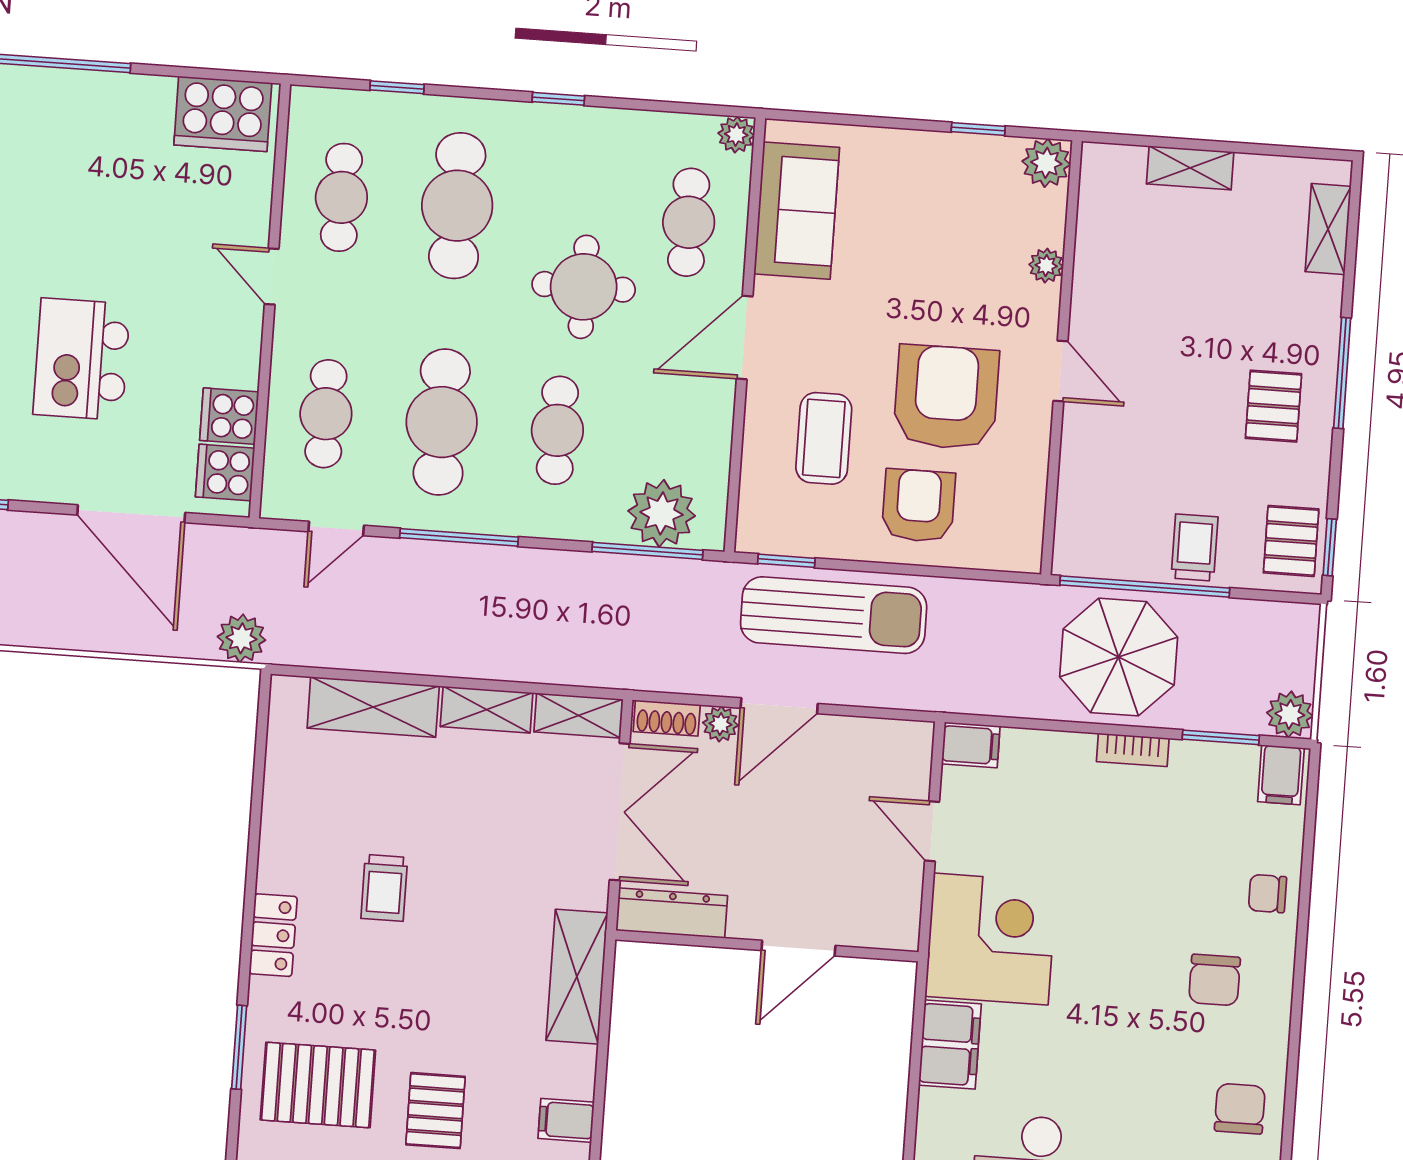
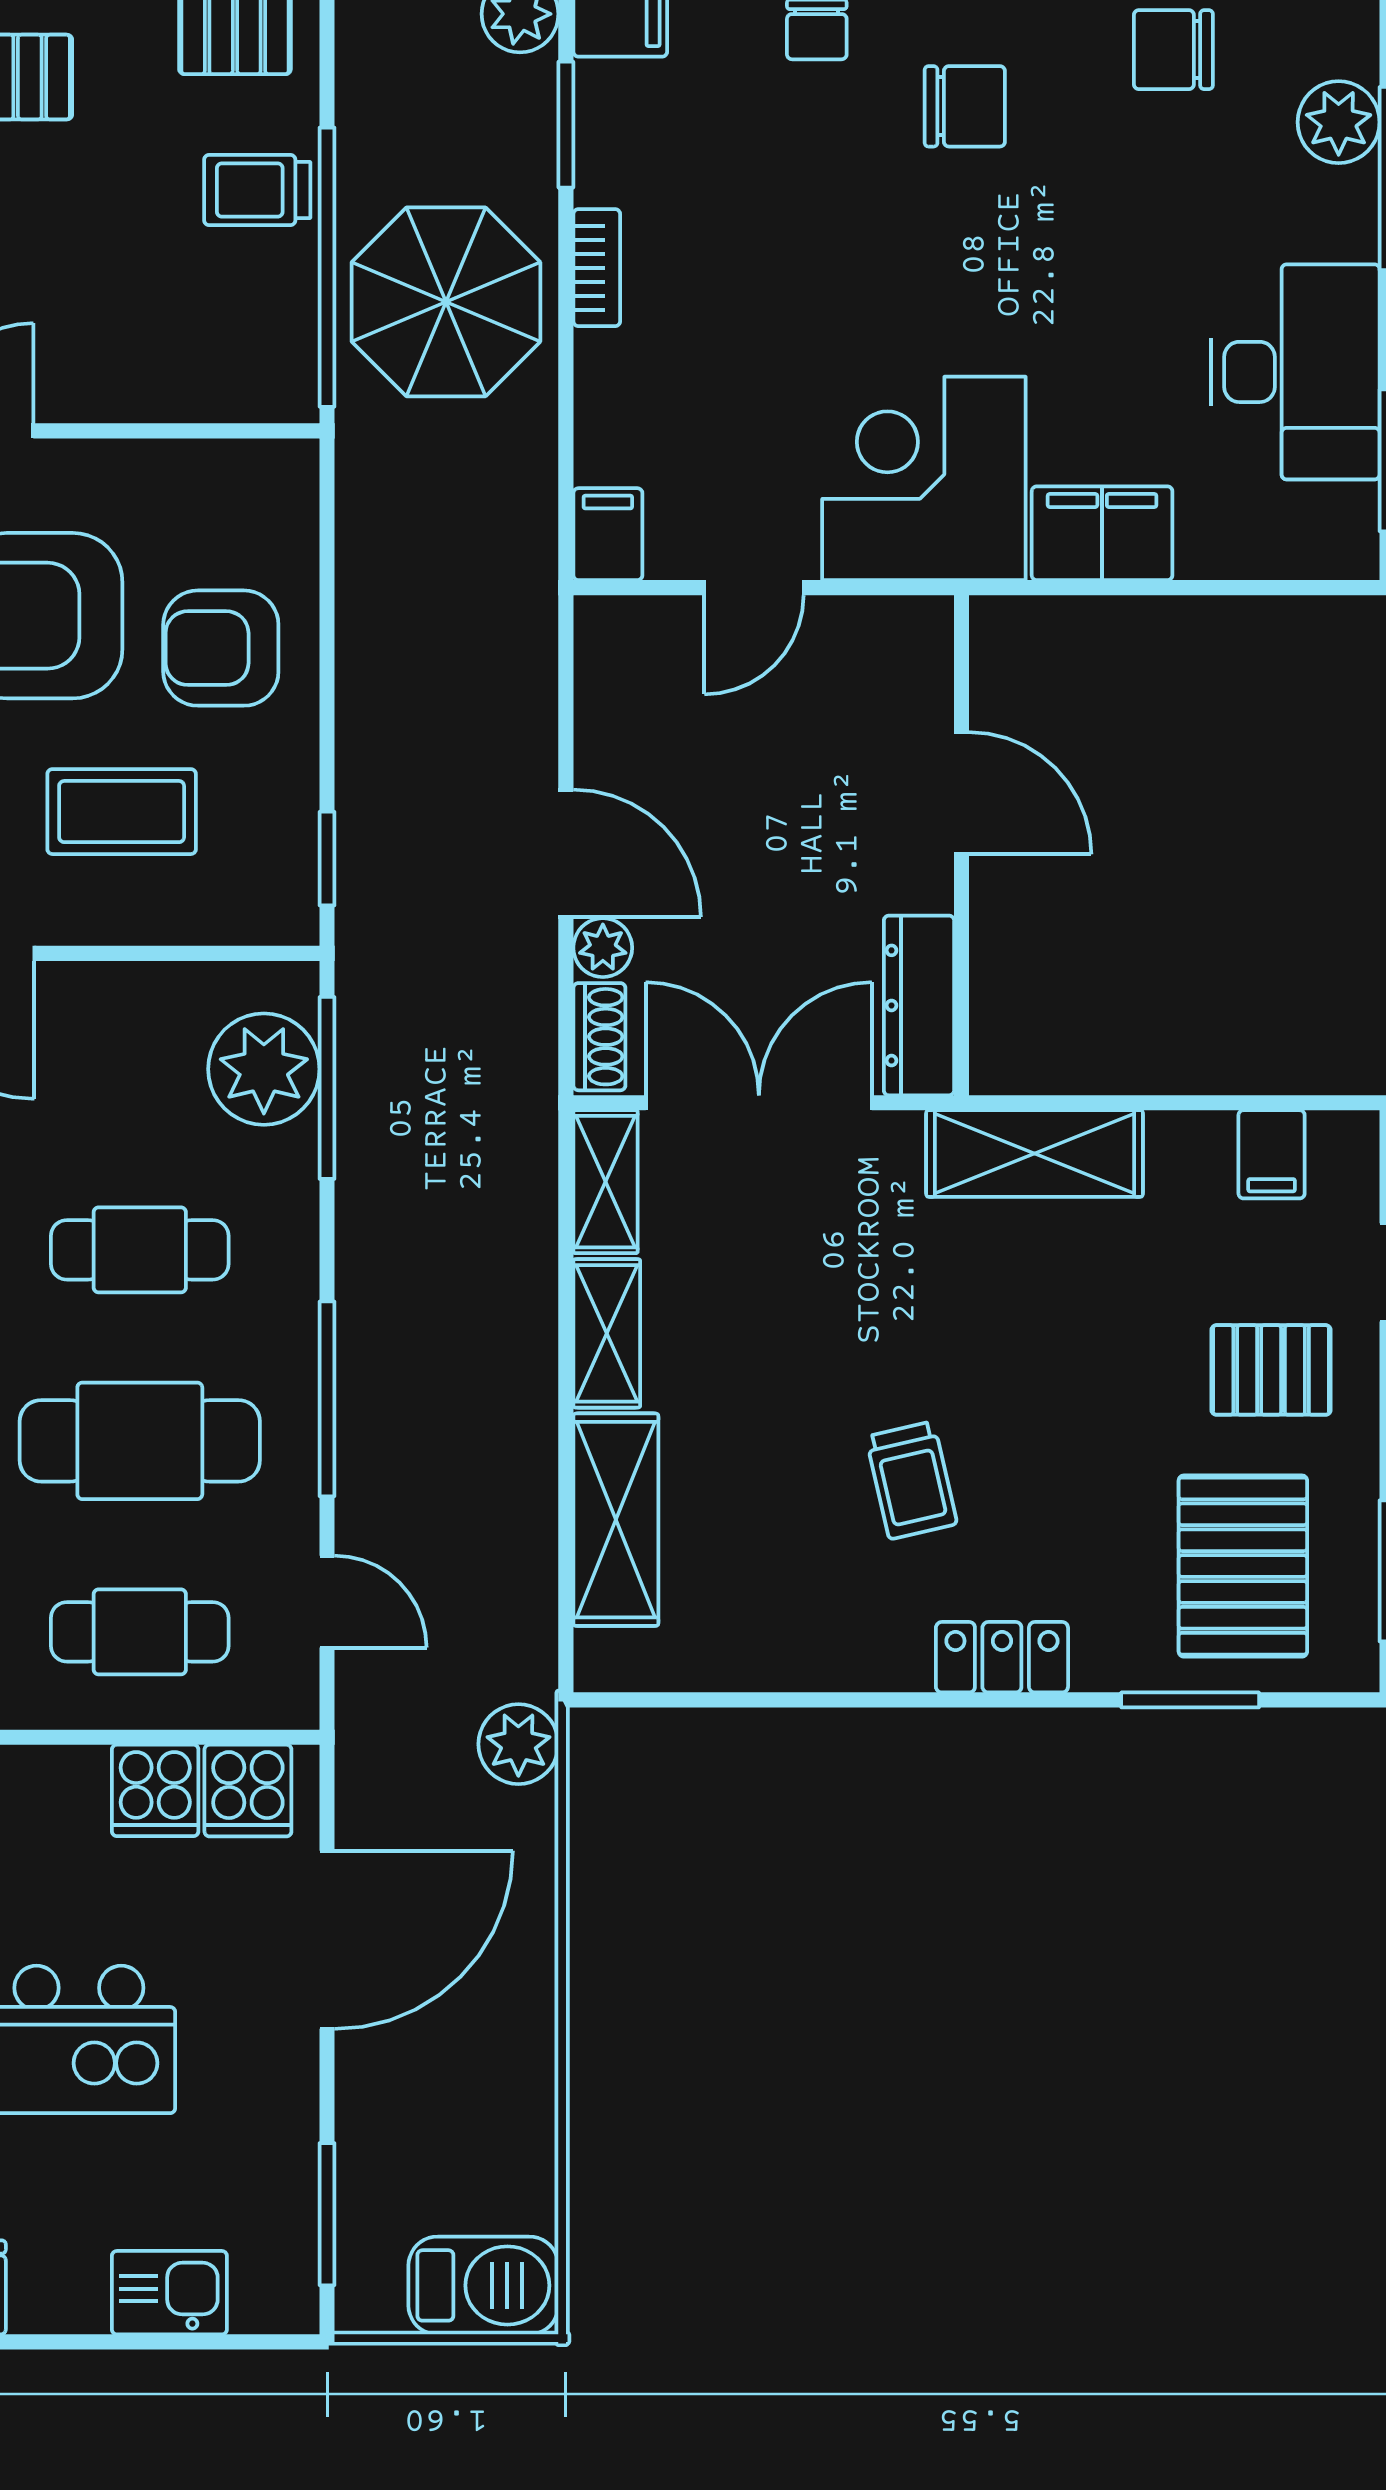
sun lounger: (834, 615) -> (411, 775), removed
trolley: (384, 888) -> (911, 1480), turned 77

